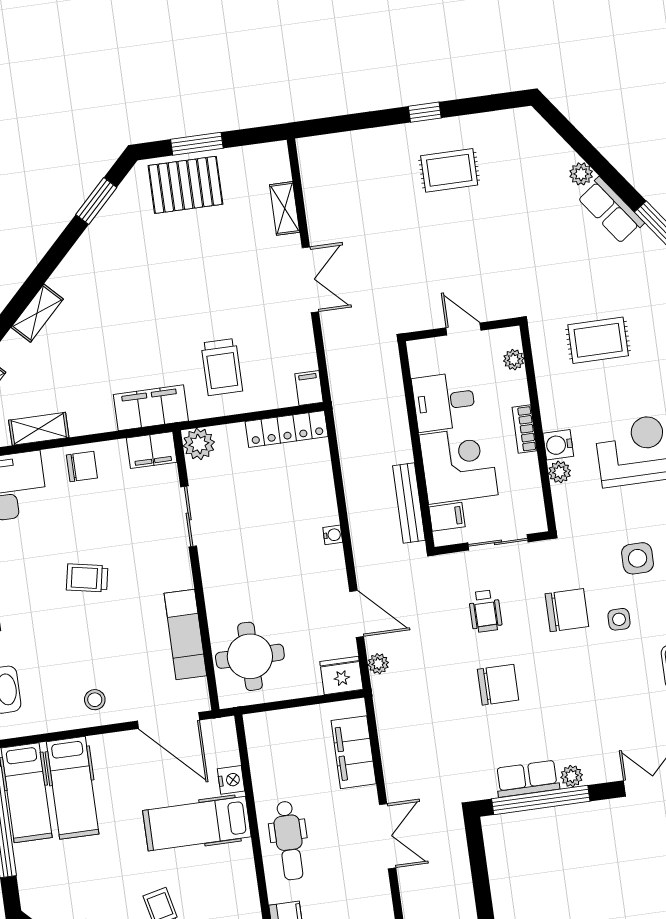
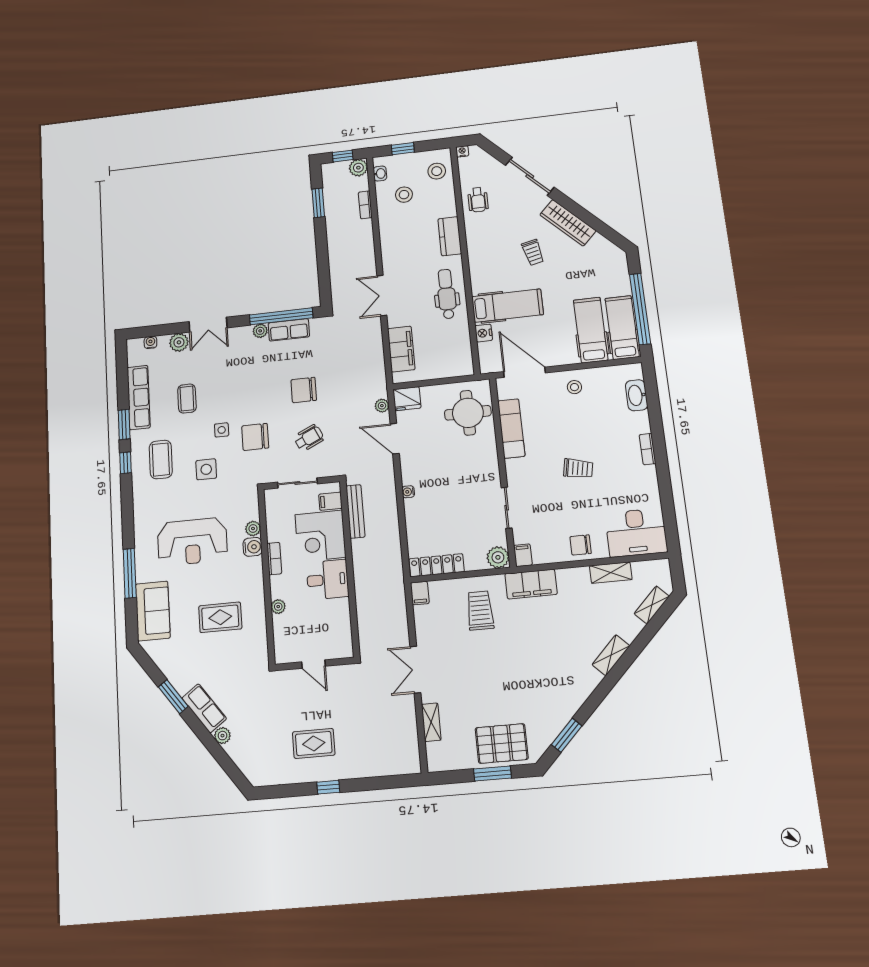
wall: (462, 329) -> (314, 664), moved
door: (463, 329) -> (314, 664), moved
filing cabinet: (152, 450) -> (523, 555), width x0.50
wheelchair: (485, 611) -> (309, 438), turned 65

